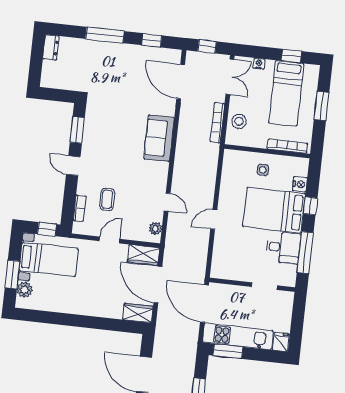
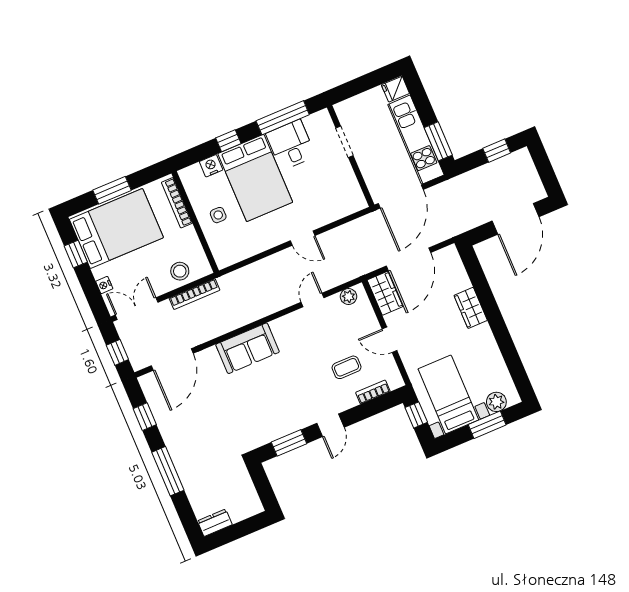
bed: (286, 93) -> (116, 228), width x1.50
wardrobe: (138, 313) -> (471, 308), moved

